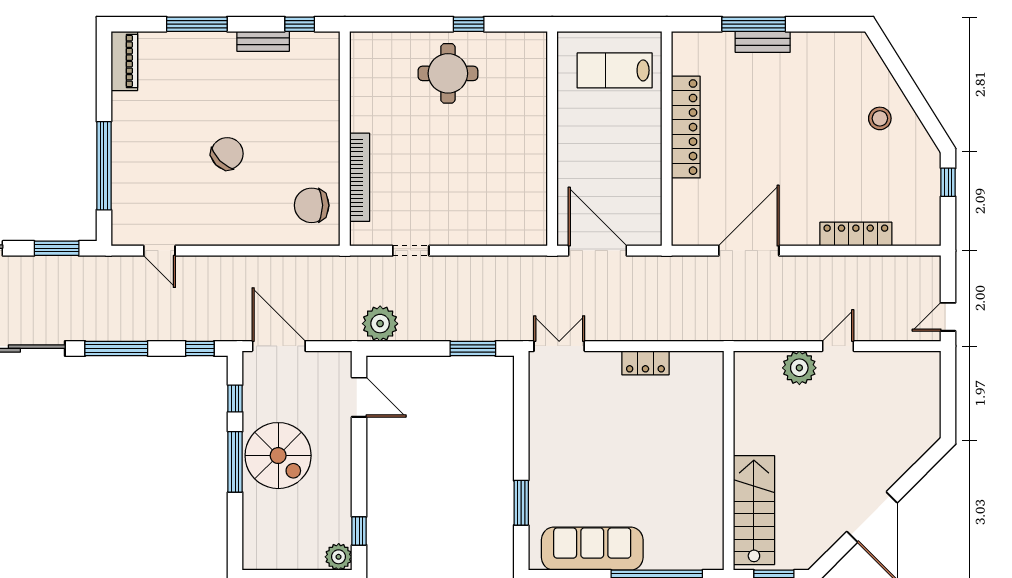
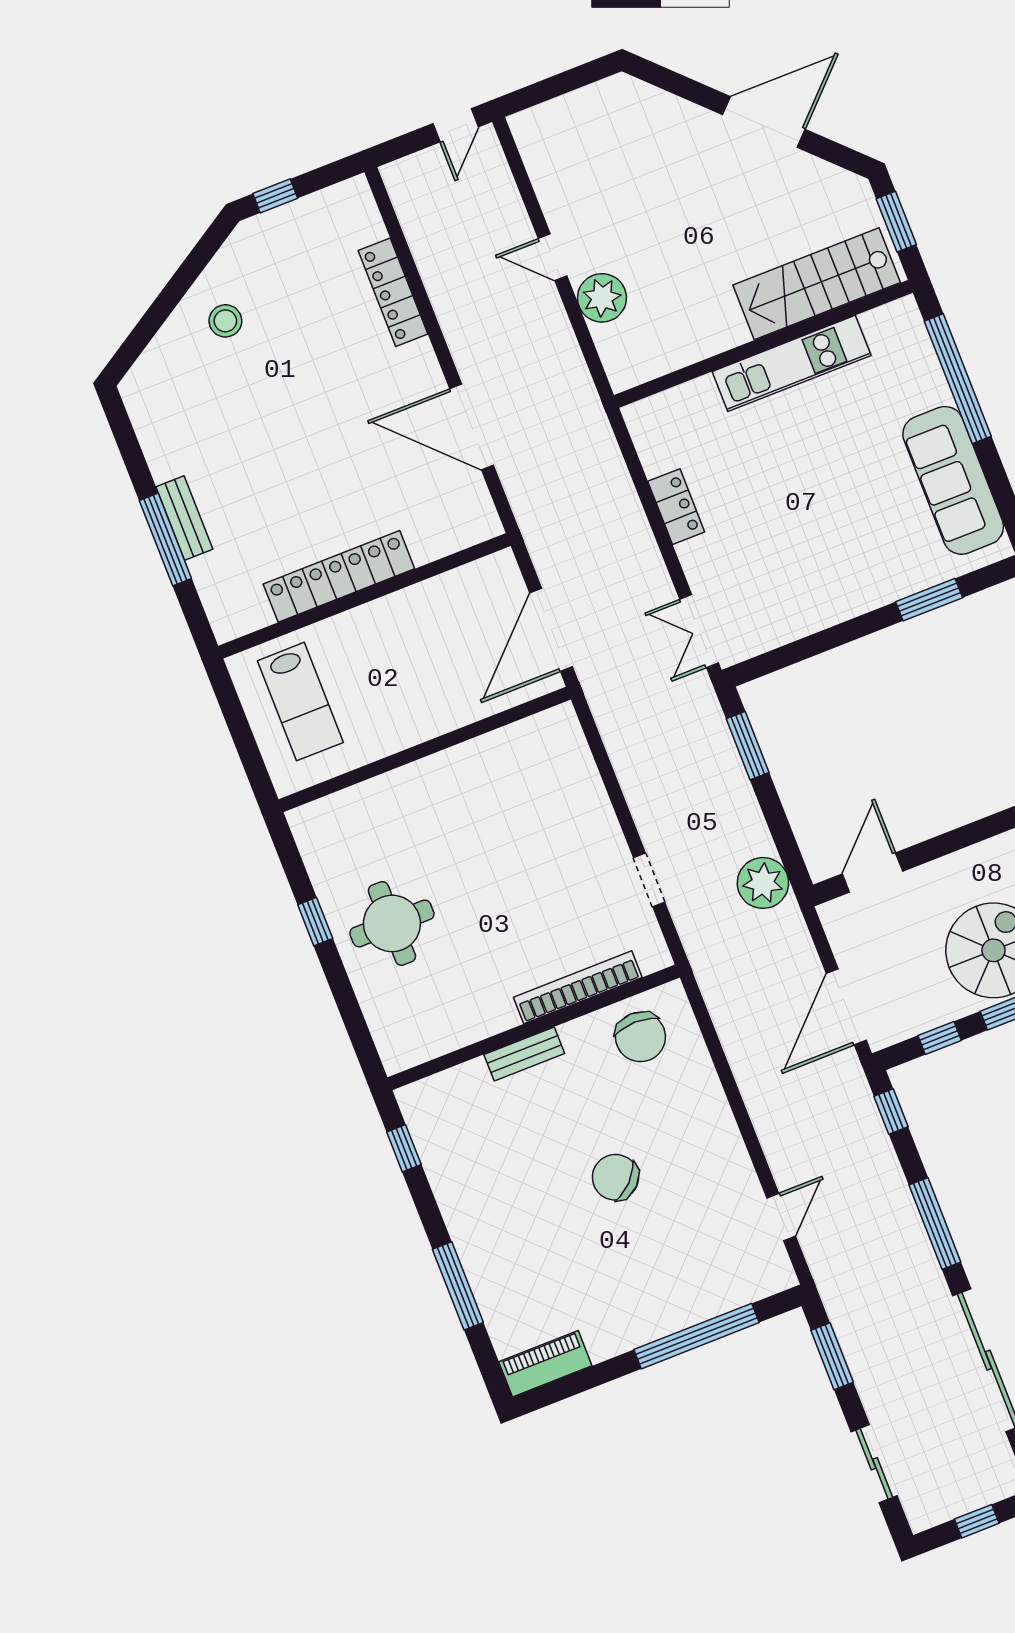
bench: (263, 41) -> (524, 1054), moved, turned 90
door: (948, 317) -> (456, 125), hinge flipped
kitchen unit: (709, 474) -> (792, 363), added

